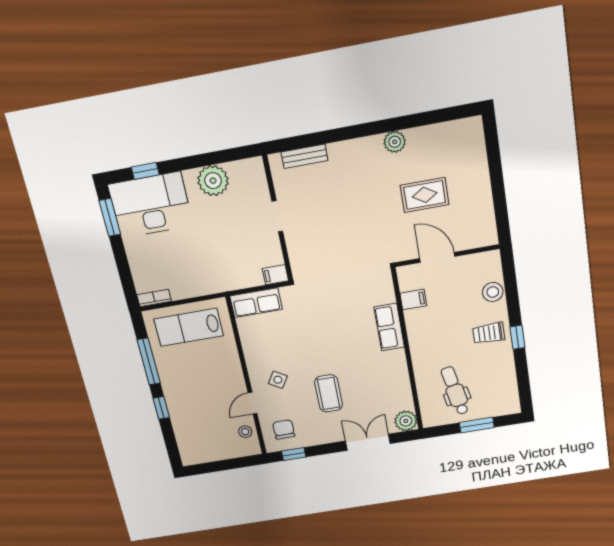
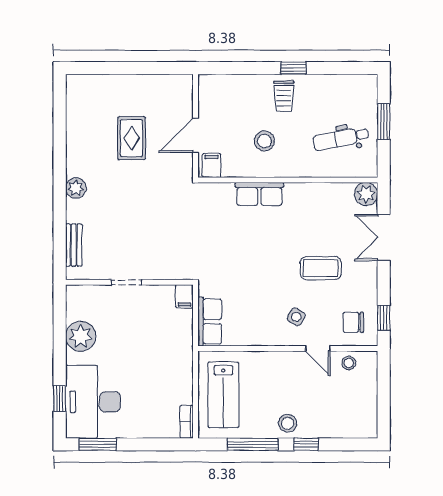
plant: (395, 142) -> (76, 188), moved
stool: (493, 292) -> (264, 141), moved
filing cabinet: (413, 299) -> (212, 165), moved
stool: (176, 389) -> (288, 423), added

